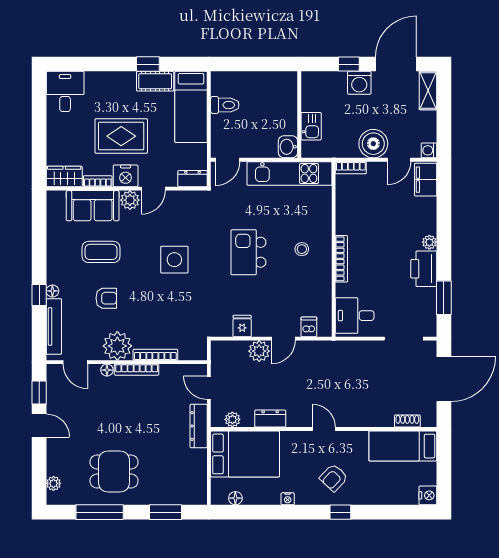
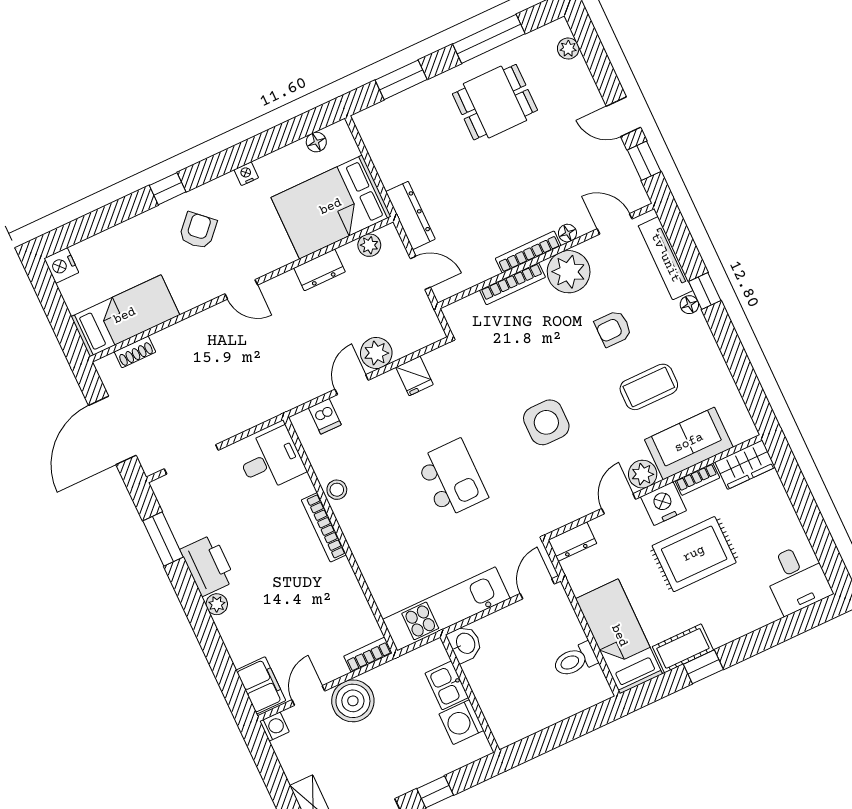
washing machine: (359, 83) -> (461, 722), moved, turned -90
stool: (302, 249) -> (337, 490), moved

